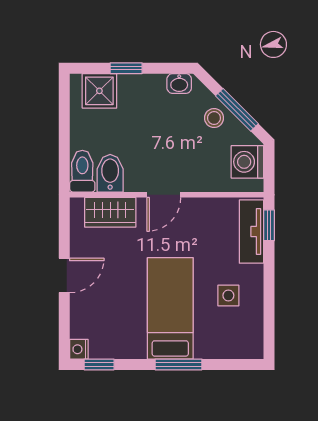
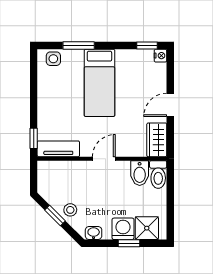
window: (237, 110) -> (55, 215), width x0.67
washing machine: (247, 162) -> (123, 229), moved, turned -90
wardrobe: (110, 212) -> (157, 140), moved, turned -90
tv unit: (251, 232) -> (58, 149), moved, turned -90
side table: (228, 295) -> (53, 59), moved
window: (178, 364) -> (79, 45), moved

